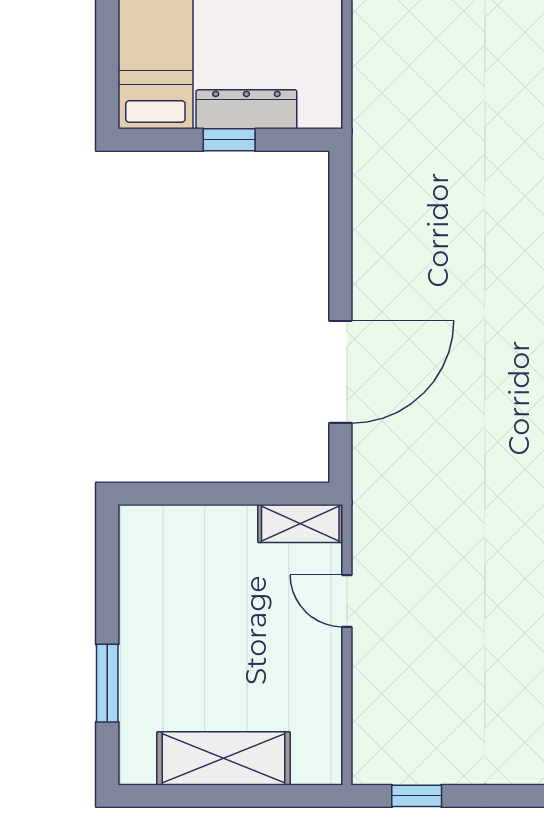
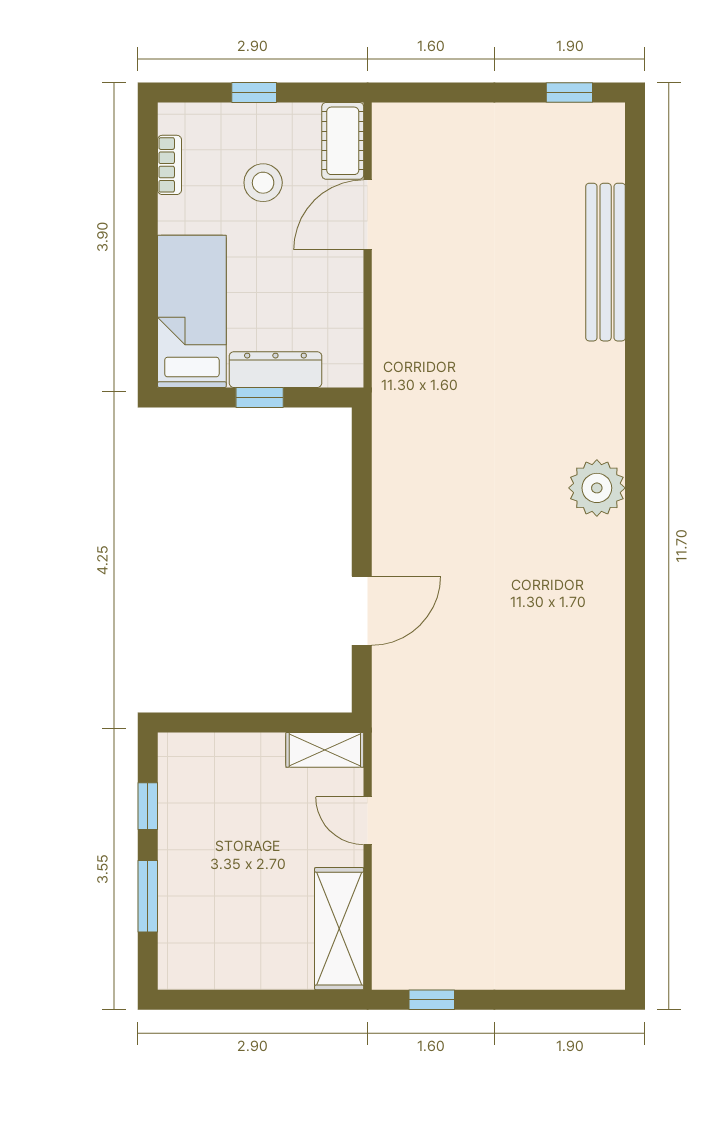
door: (340, 372) -> (362, 611), width x0.73
window: (107, 585) -> (148, 806), added
shelving: (223, 758) -> (339, 929), moved, turned 90

